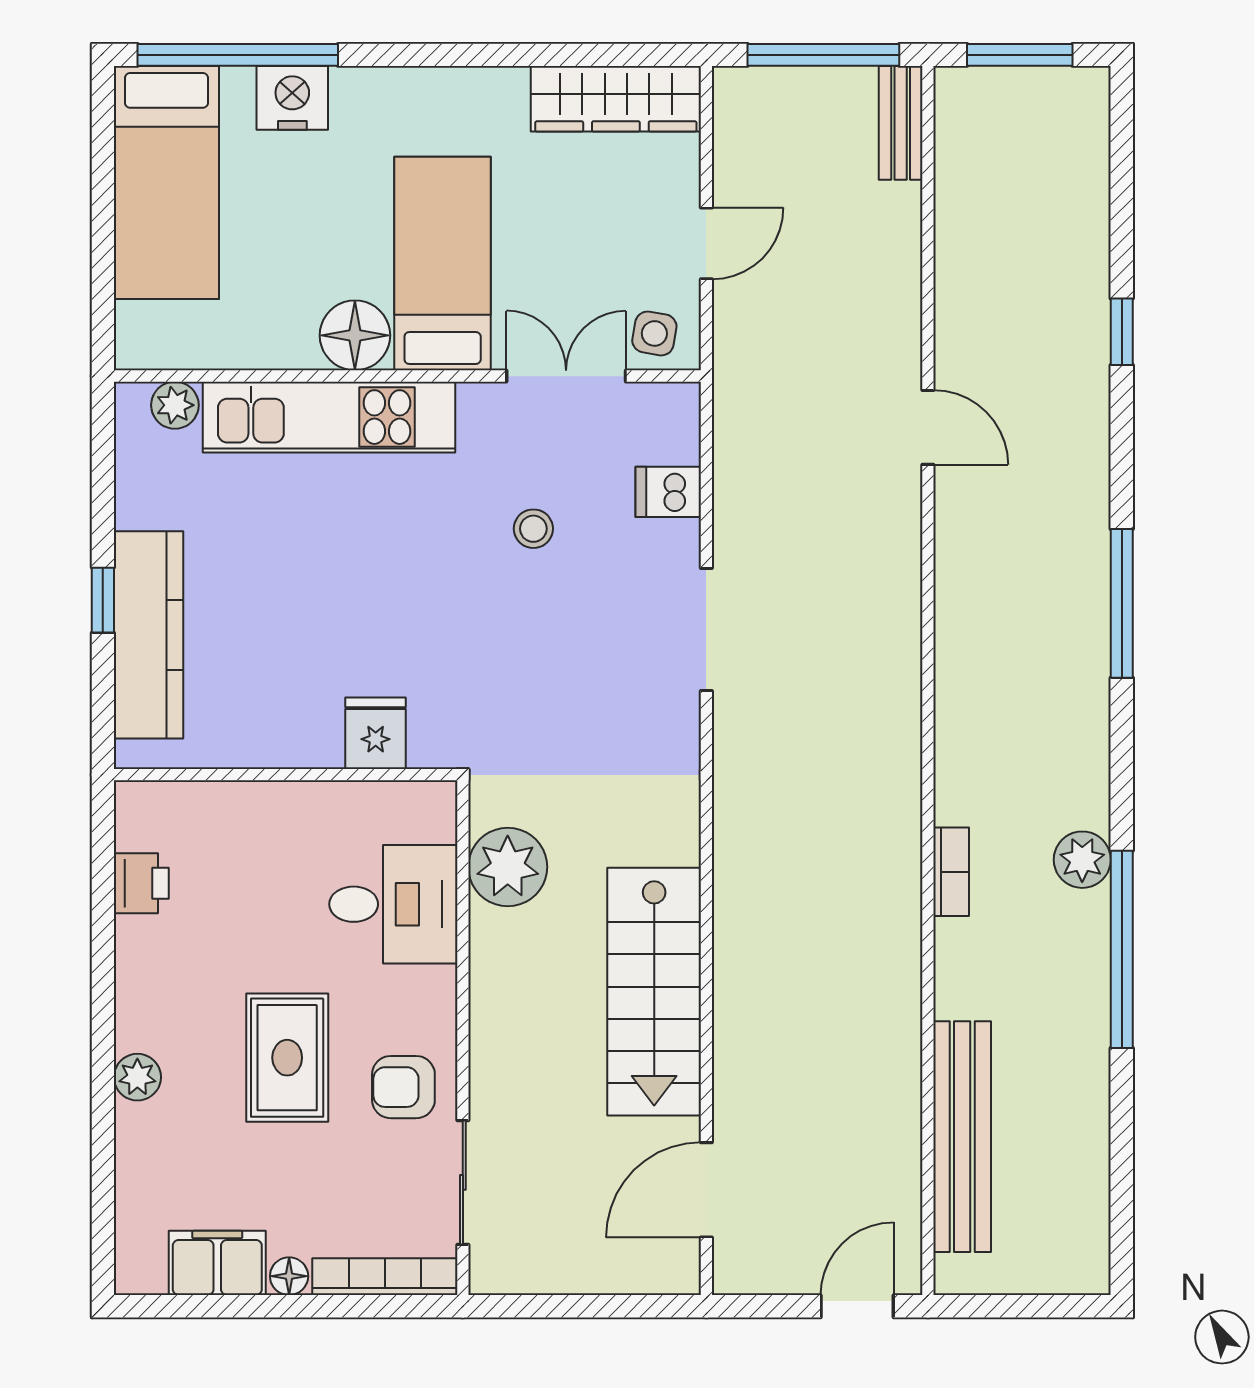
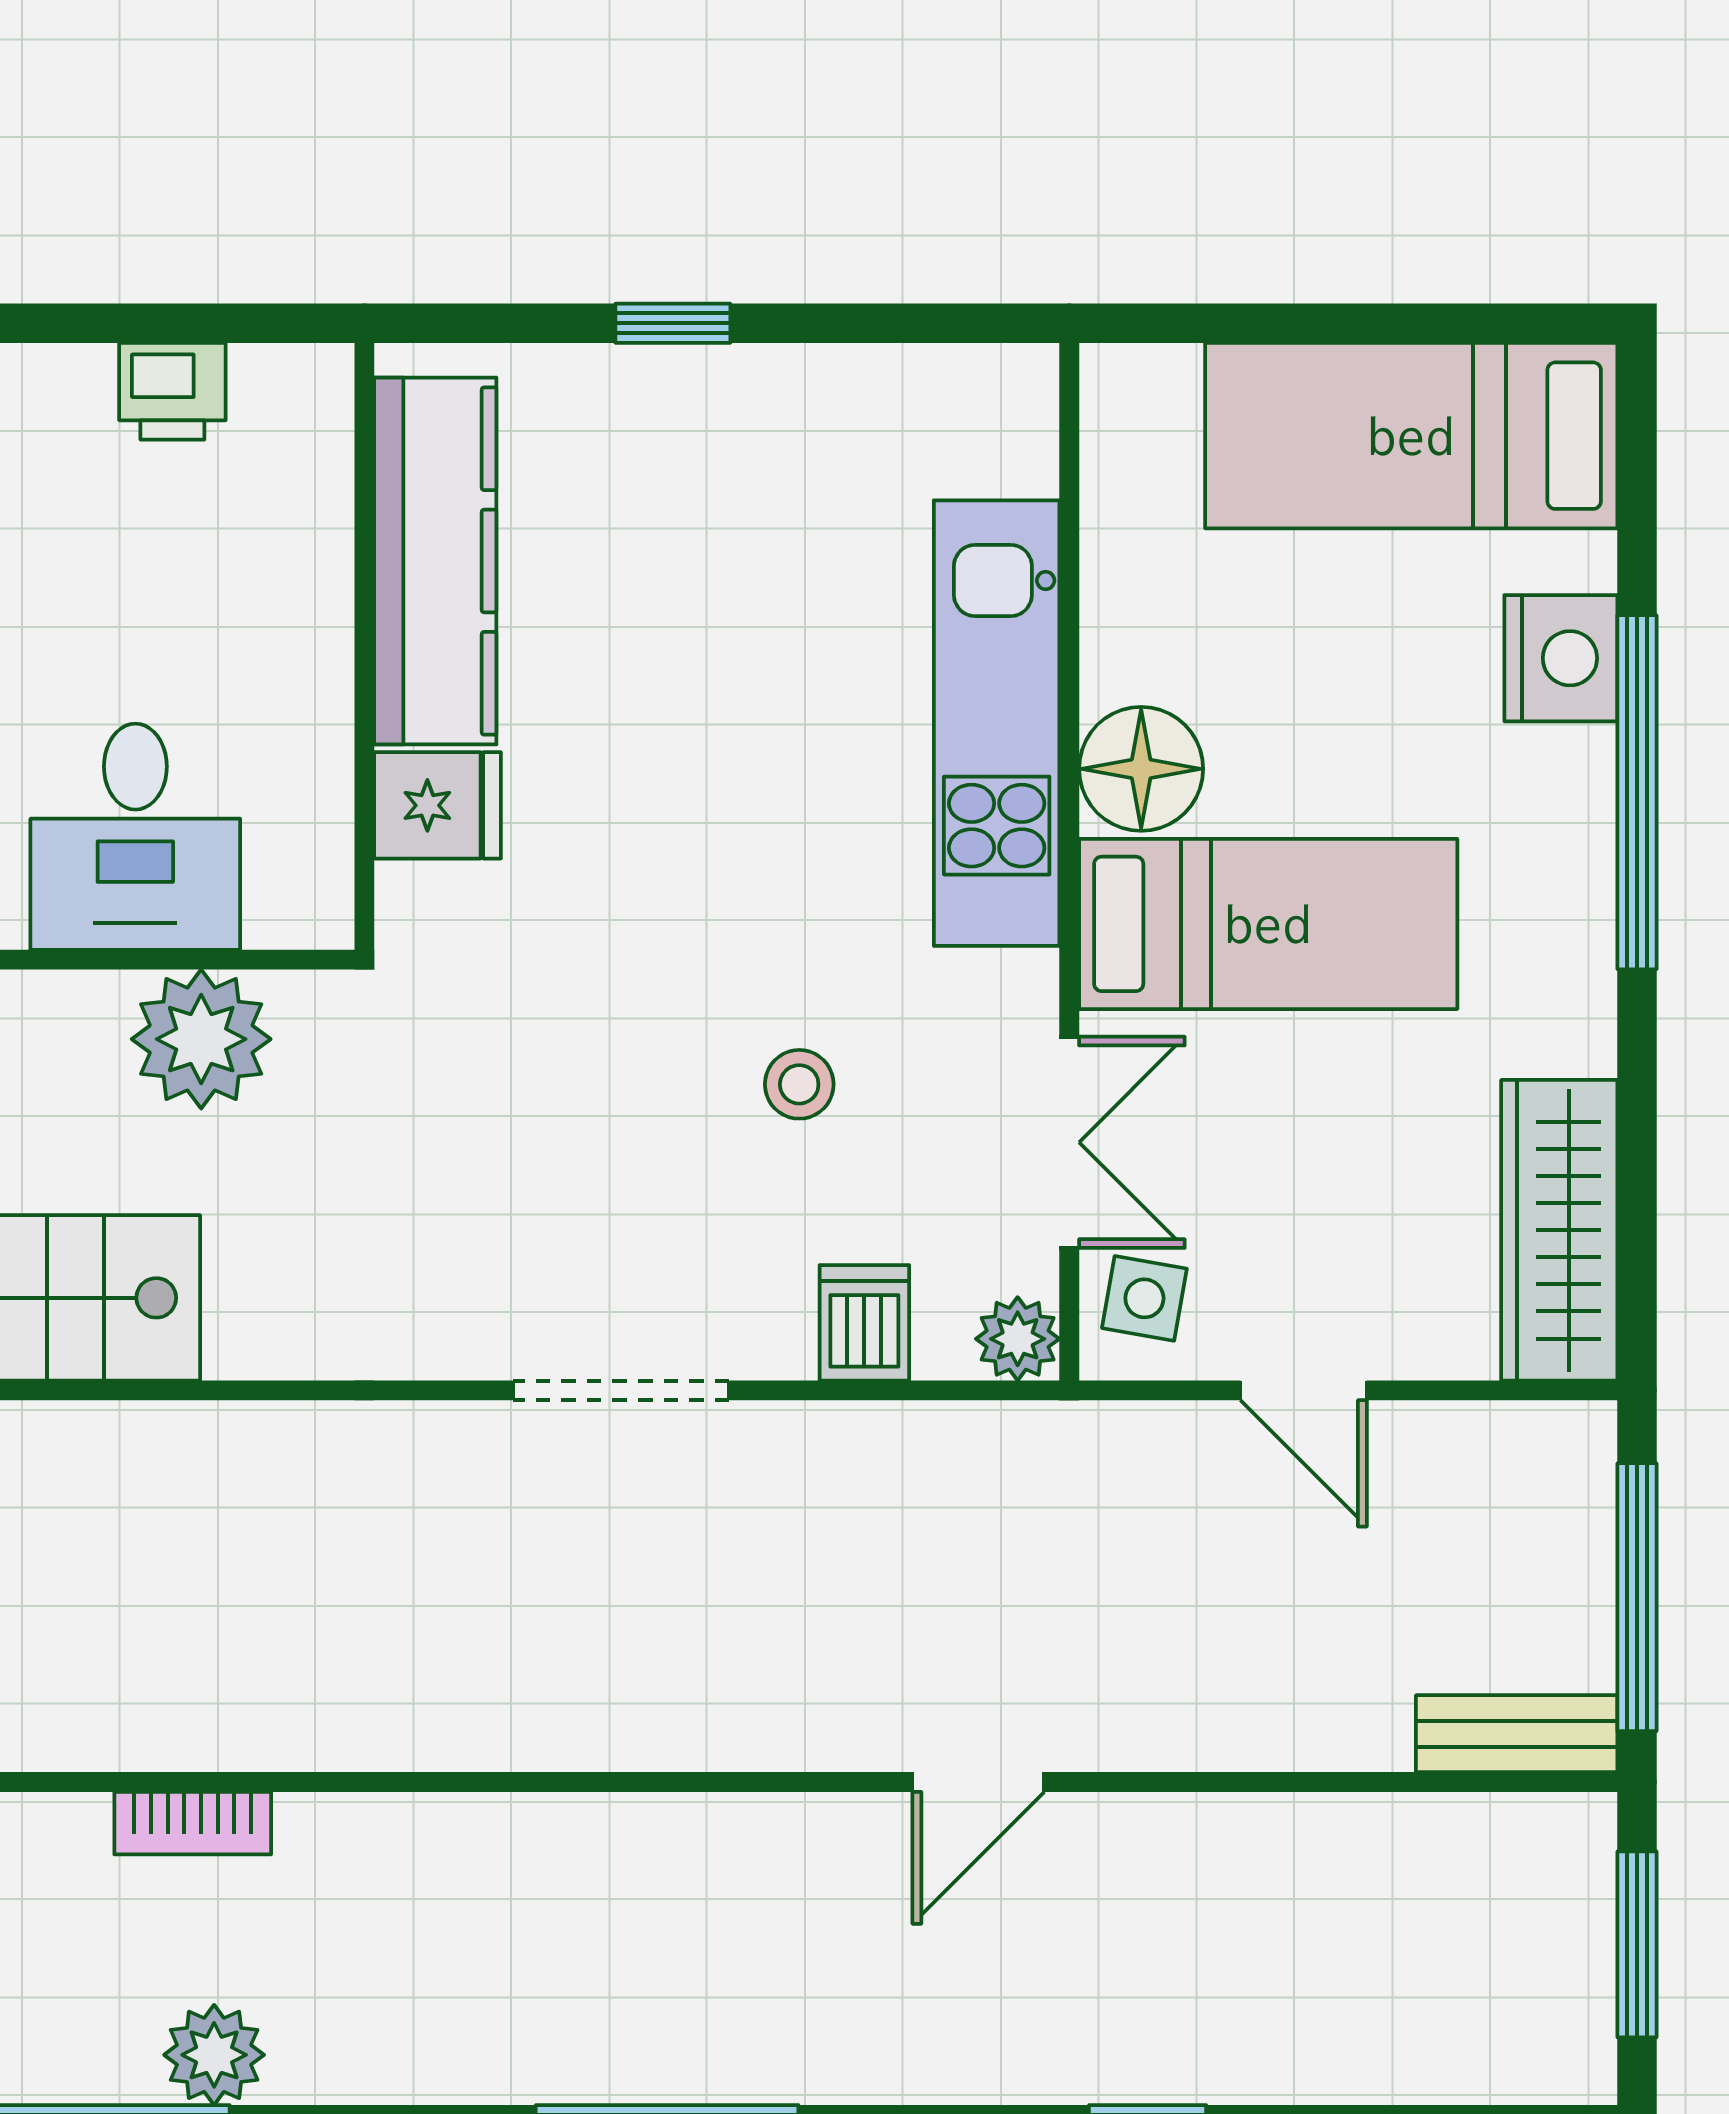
window: (238, 55) -> (1637, 792), moved
plant: (175, 405) -> (1018, 1339), moved
kitchen counter: (149, 635) -> (435, 561), moved, turned -90

